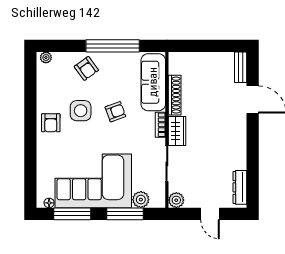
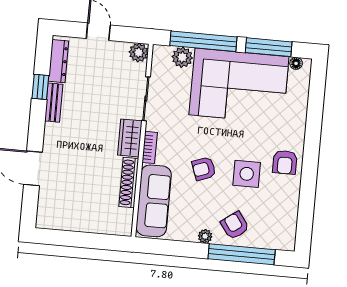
window: (113, 46) -> (242, 254), moved
plant: (46, 58) -> (205, 236), moved
bench: (241, 67) -> (54, 103), moved
armchair: (51, 123) -> (285, 162), turned 180
window: (253, 165) -> (40, 87), added
window: (125, 214) -> (203, 41), width x1.46

